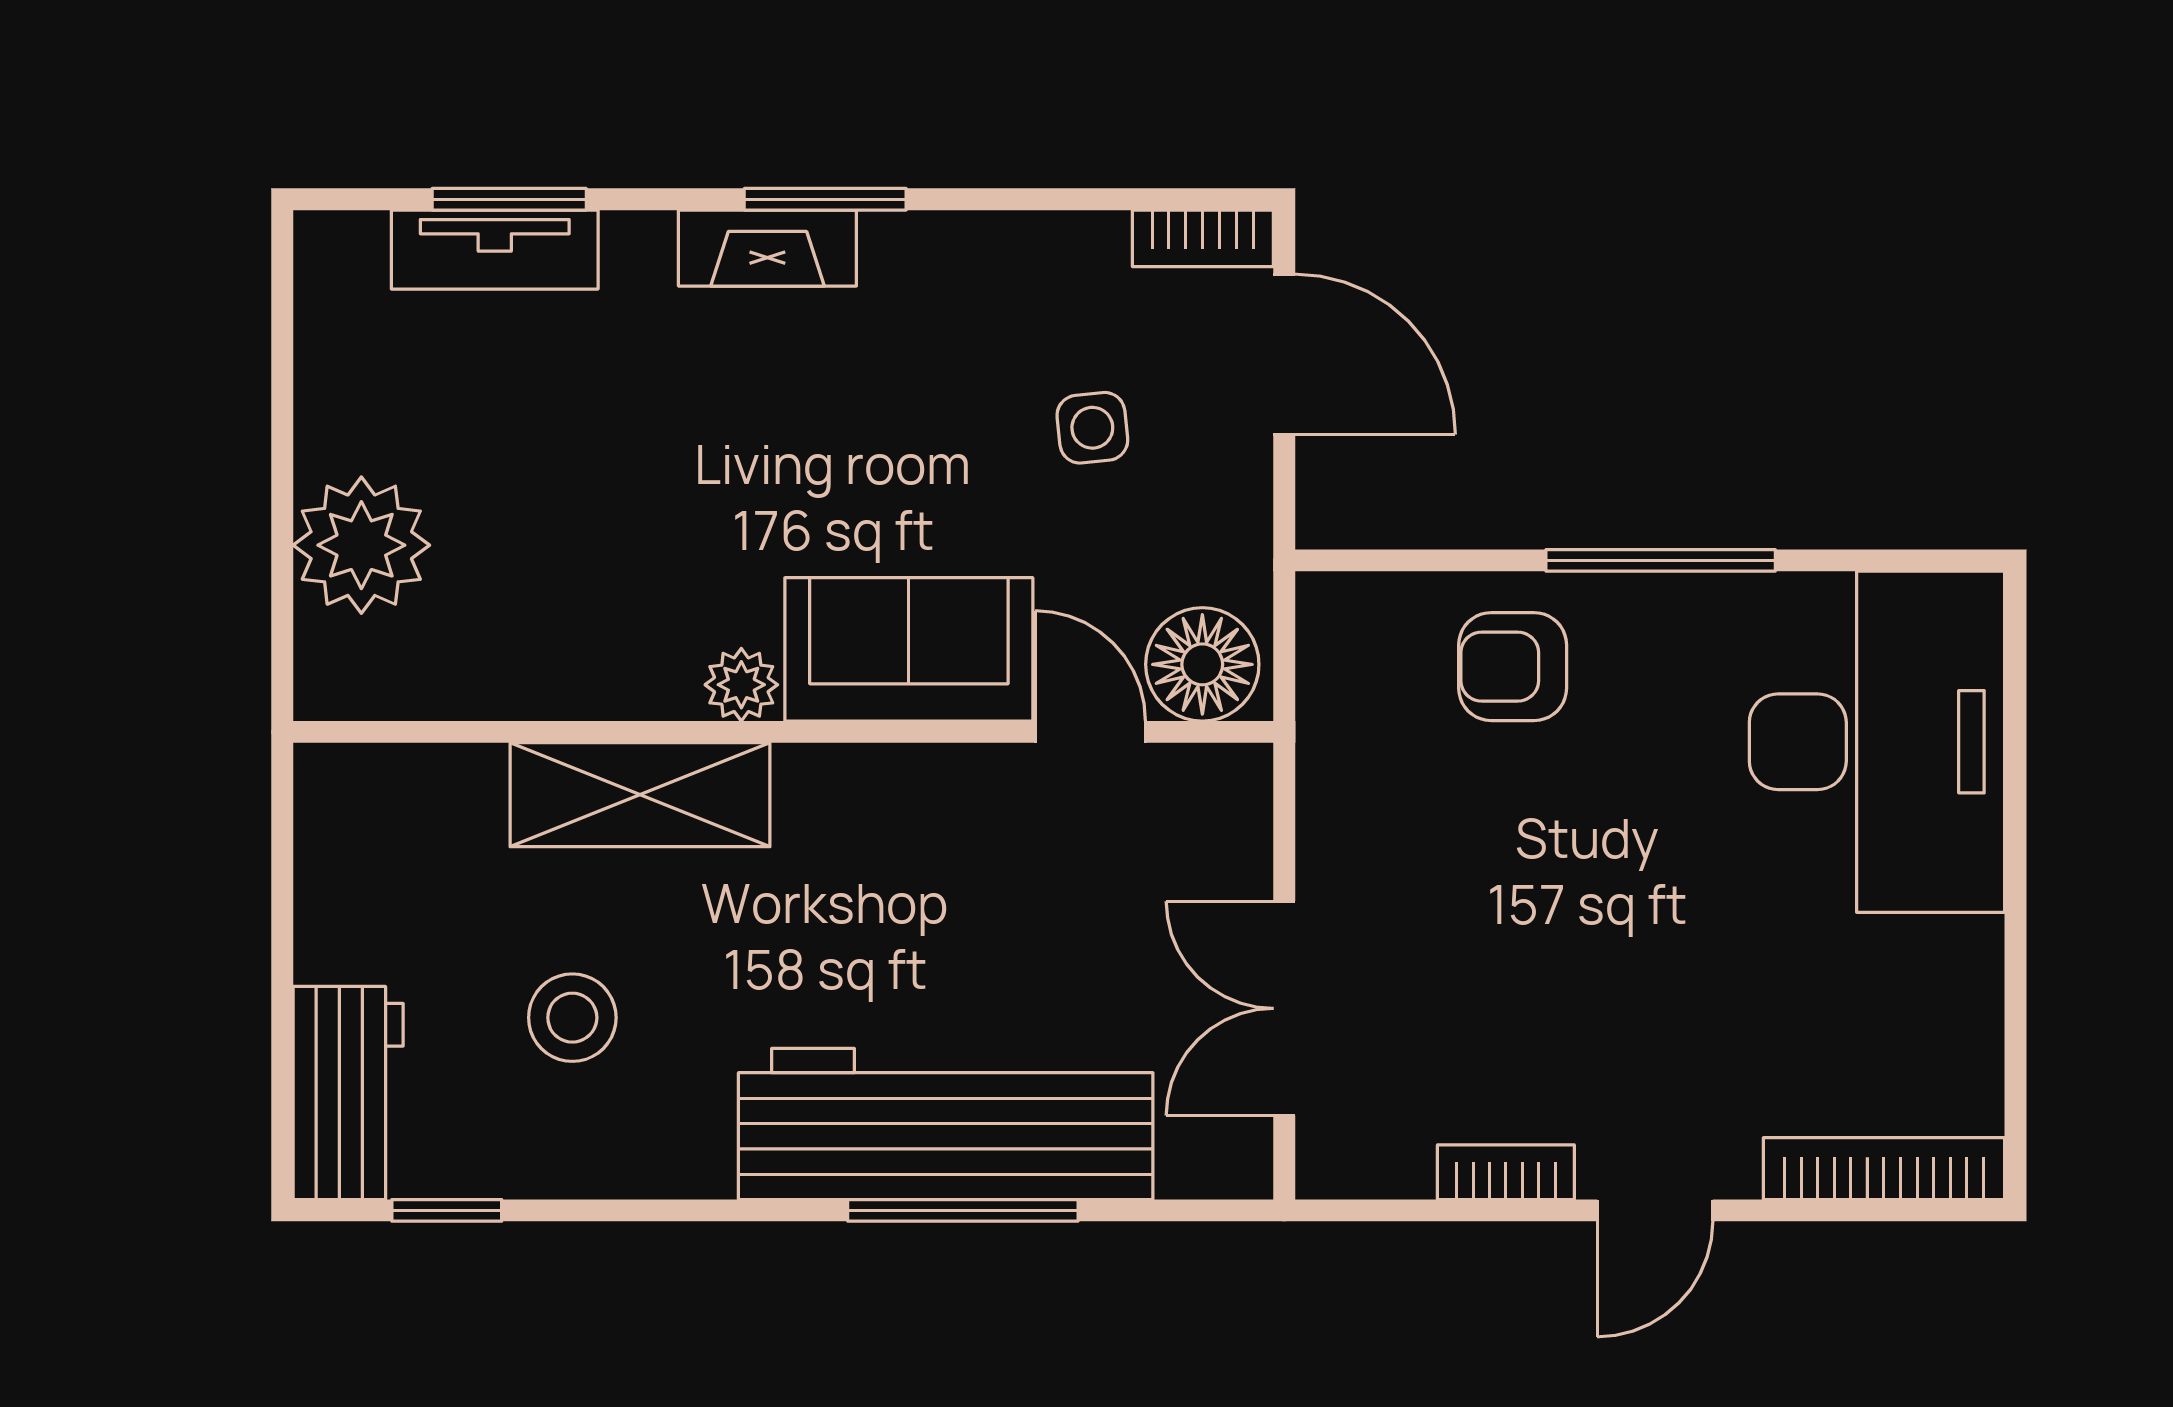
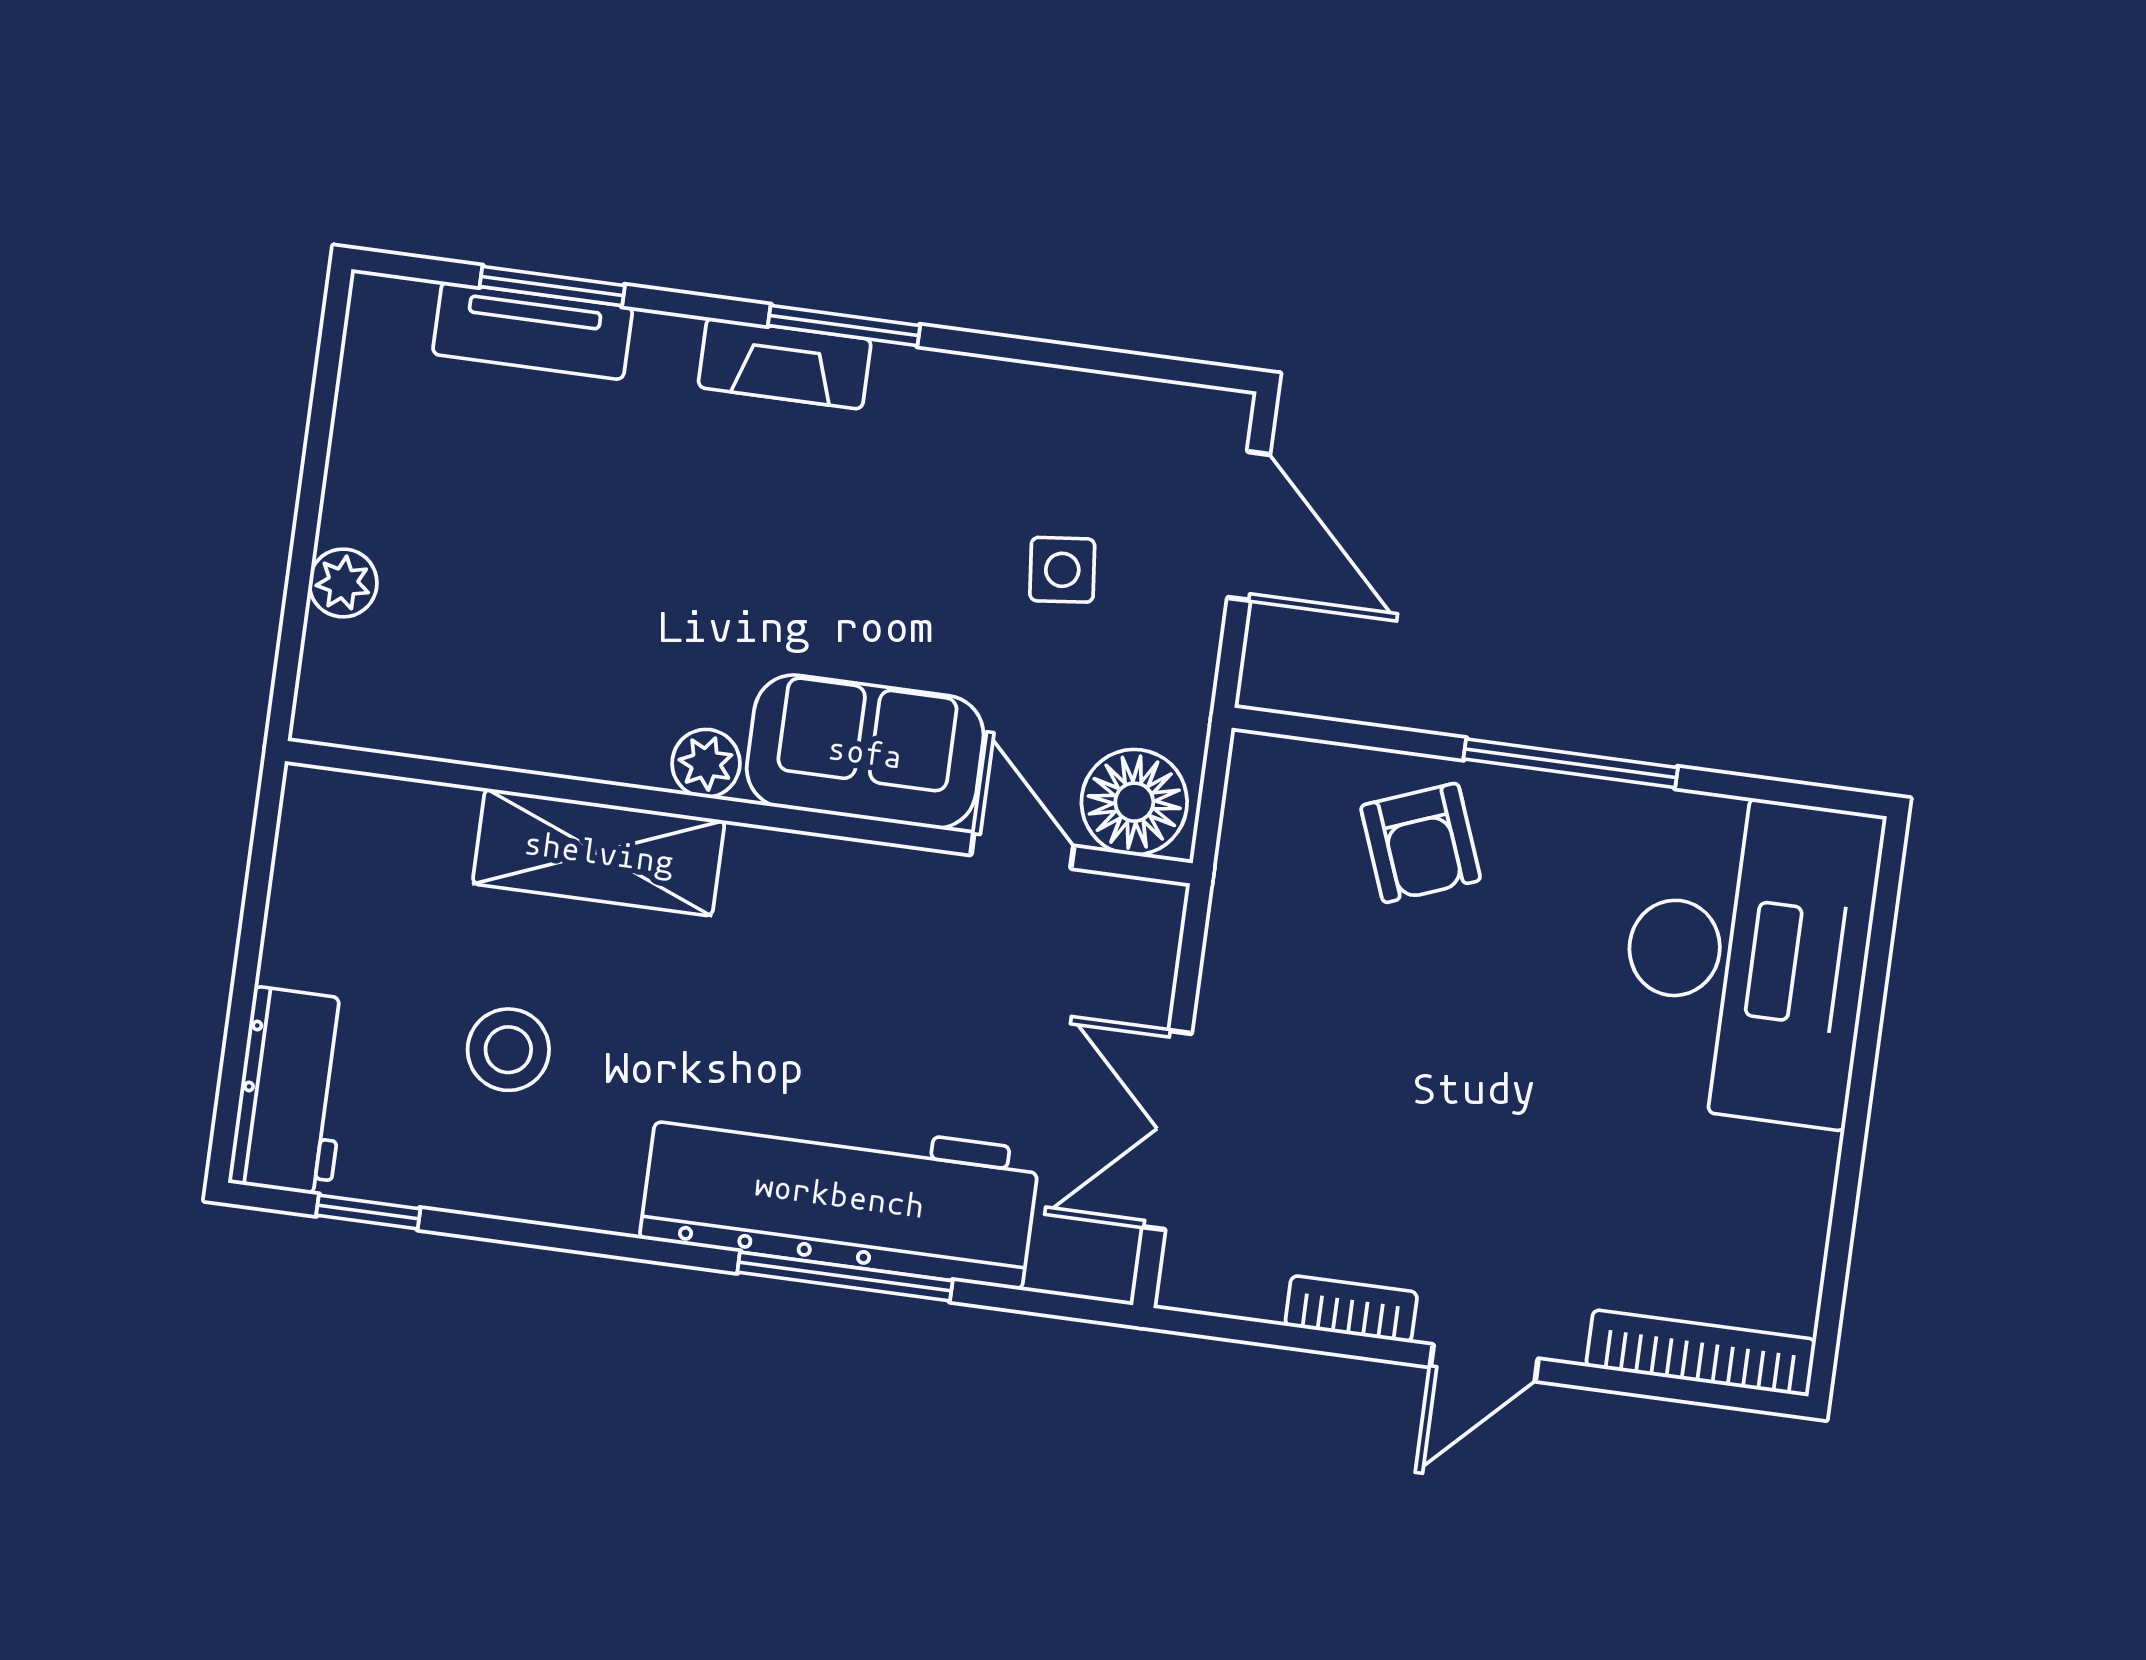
bookcase: (1203, 238) -> (1188, 409), removed
plant: (361, 545) -> (343, 583), width x0.53, depth x0.53
armchair: (1513, 667) -> (1421, 843), turned -111

